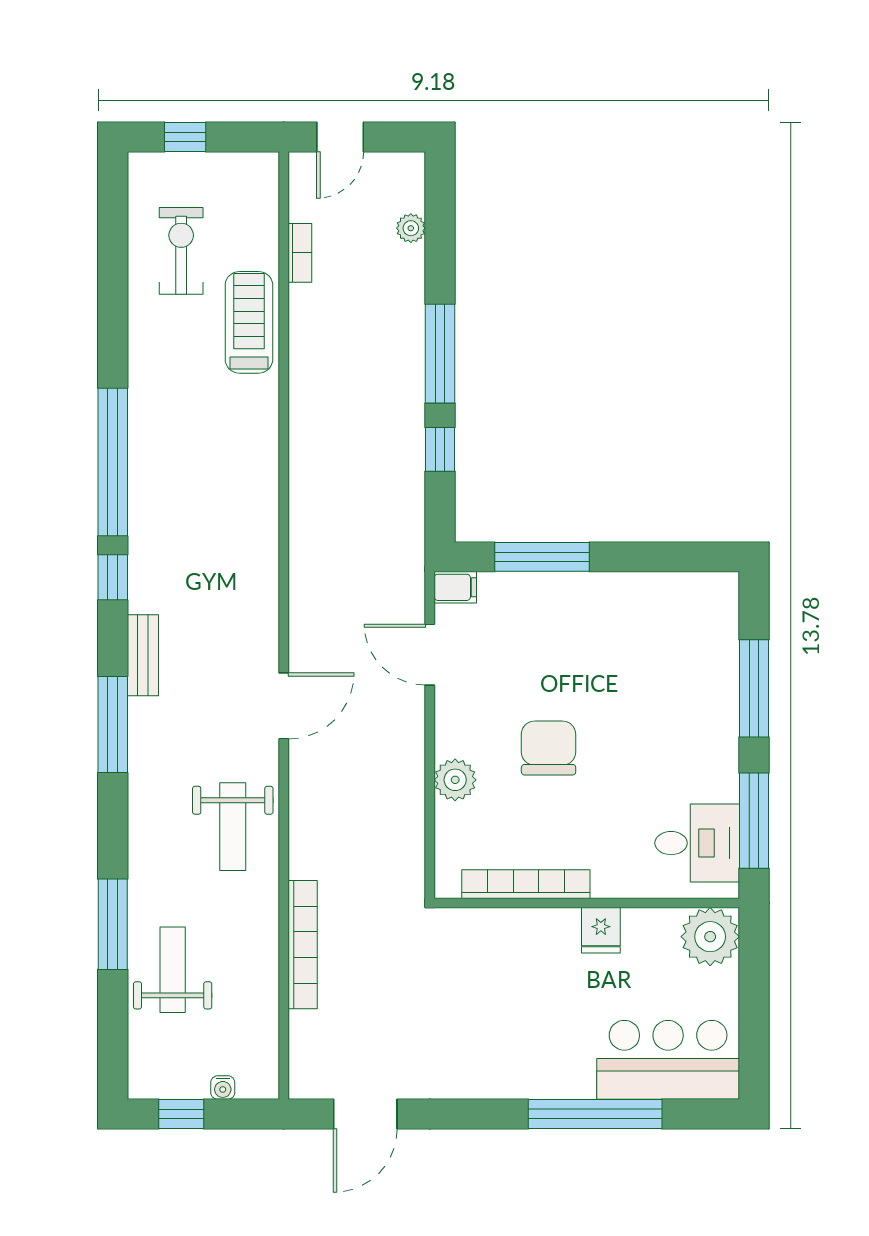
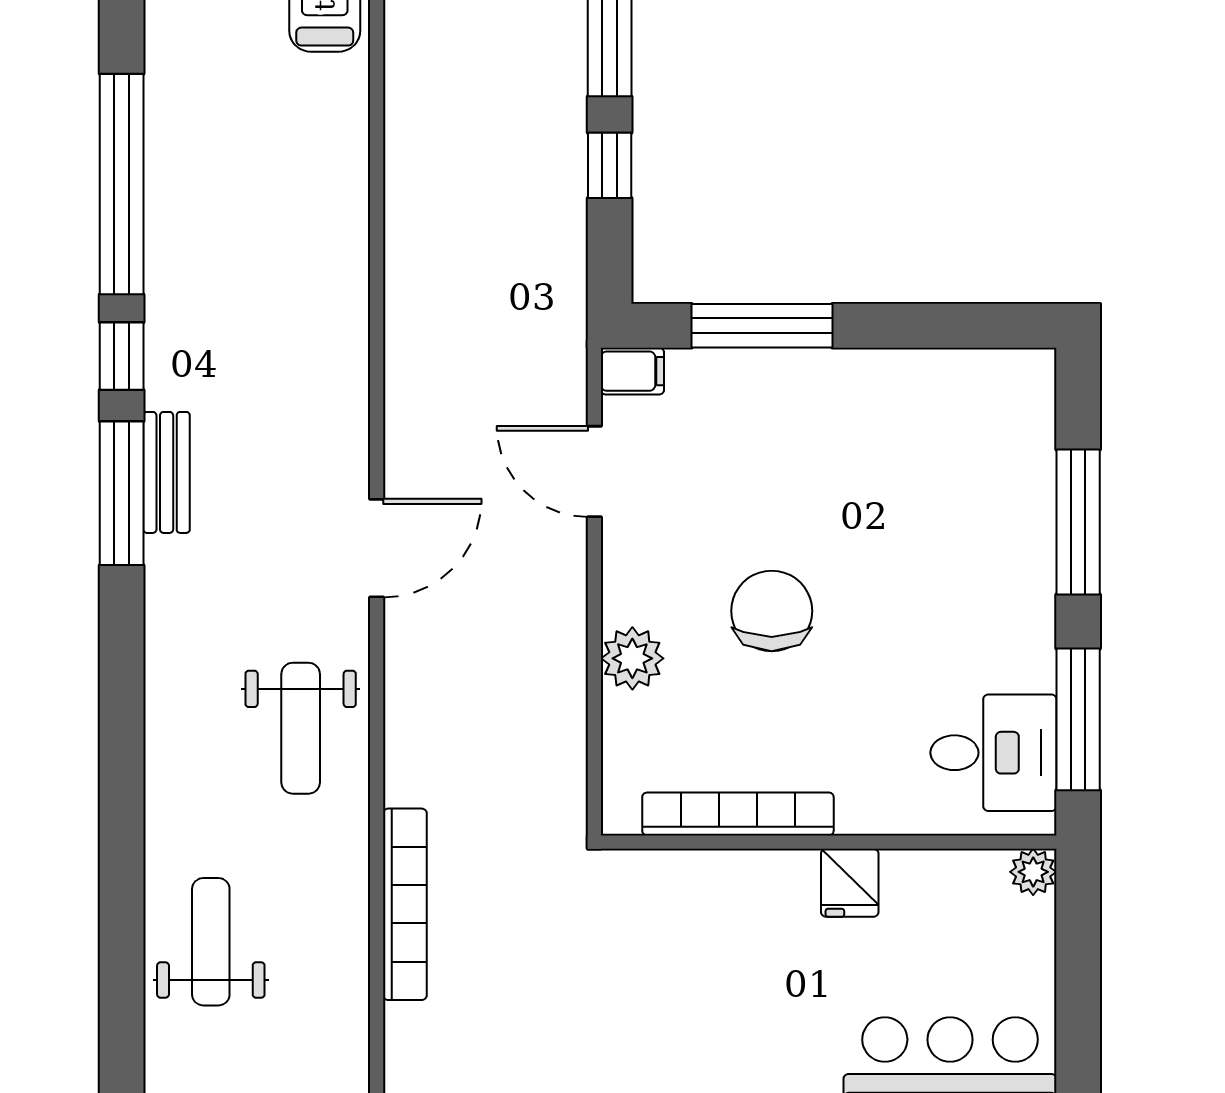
window: (113, 725) -> (122, 493), moved
window: (113, 924) -> (122, 874), removed
plant: (710, 937) -> (1033, 872), width x0.53, depth x0.53

